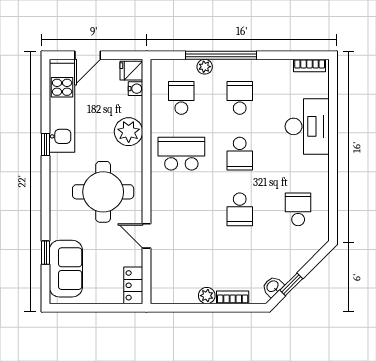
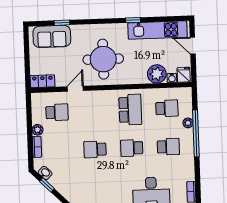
plant: (129, 132) -> (157, 74), moved
school desk: (298, 209) -> (57, 112), moved

